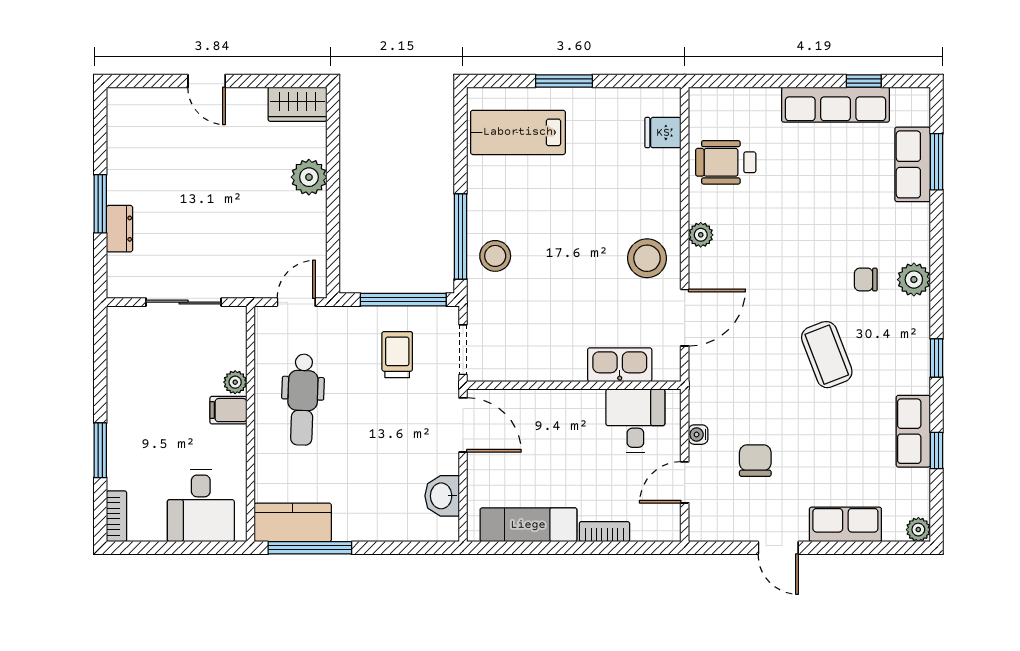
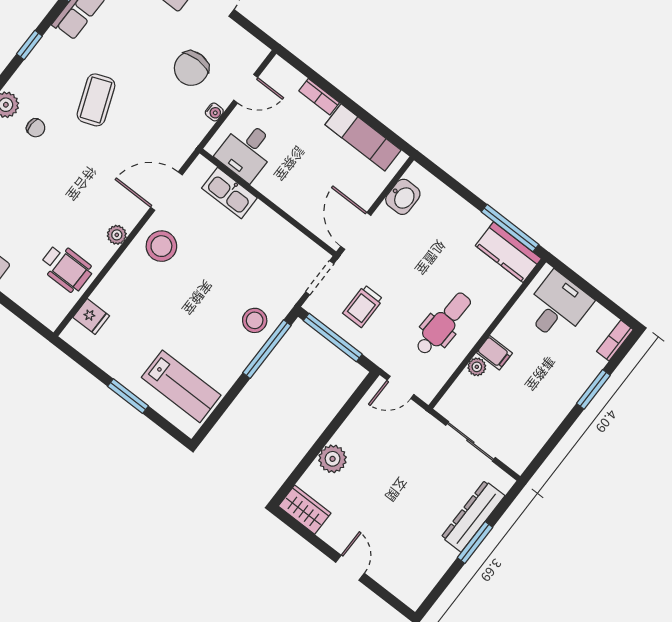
dresser: (119, 229) -> (473, 516), width x1.96, depth x1.24
chair: (755, 461) -> (191, 68), width x1.37, depth x1.37

